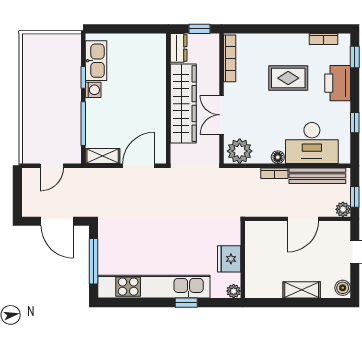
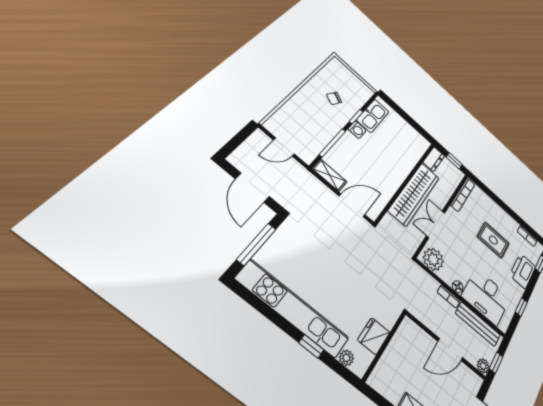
chair: (54, 79) -> (334, 98), added
plant: (234, 291) -> (346, 358), moved

